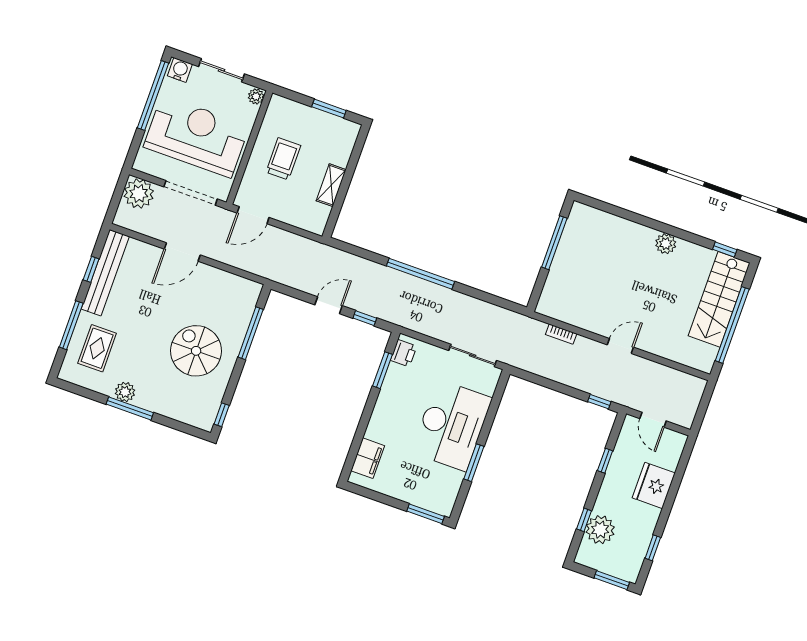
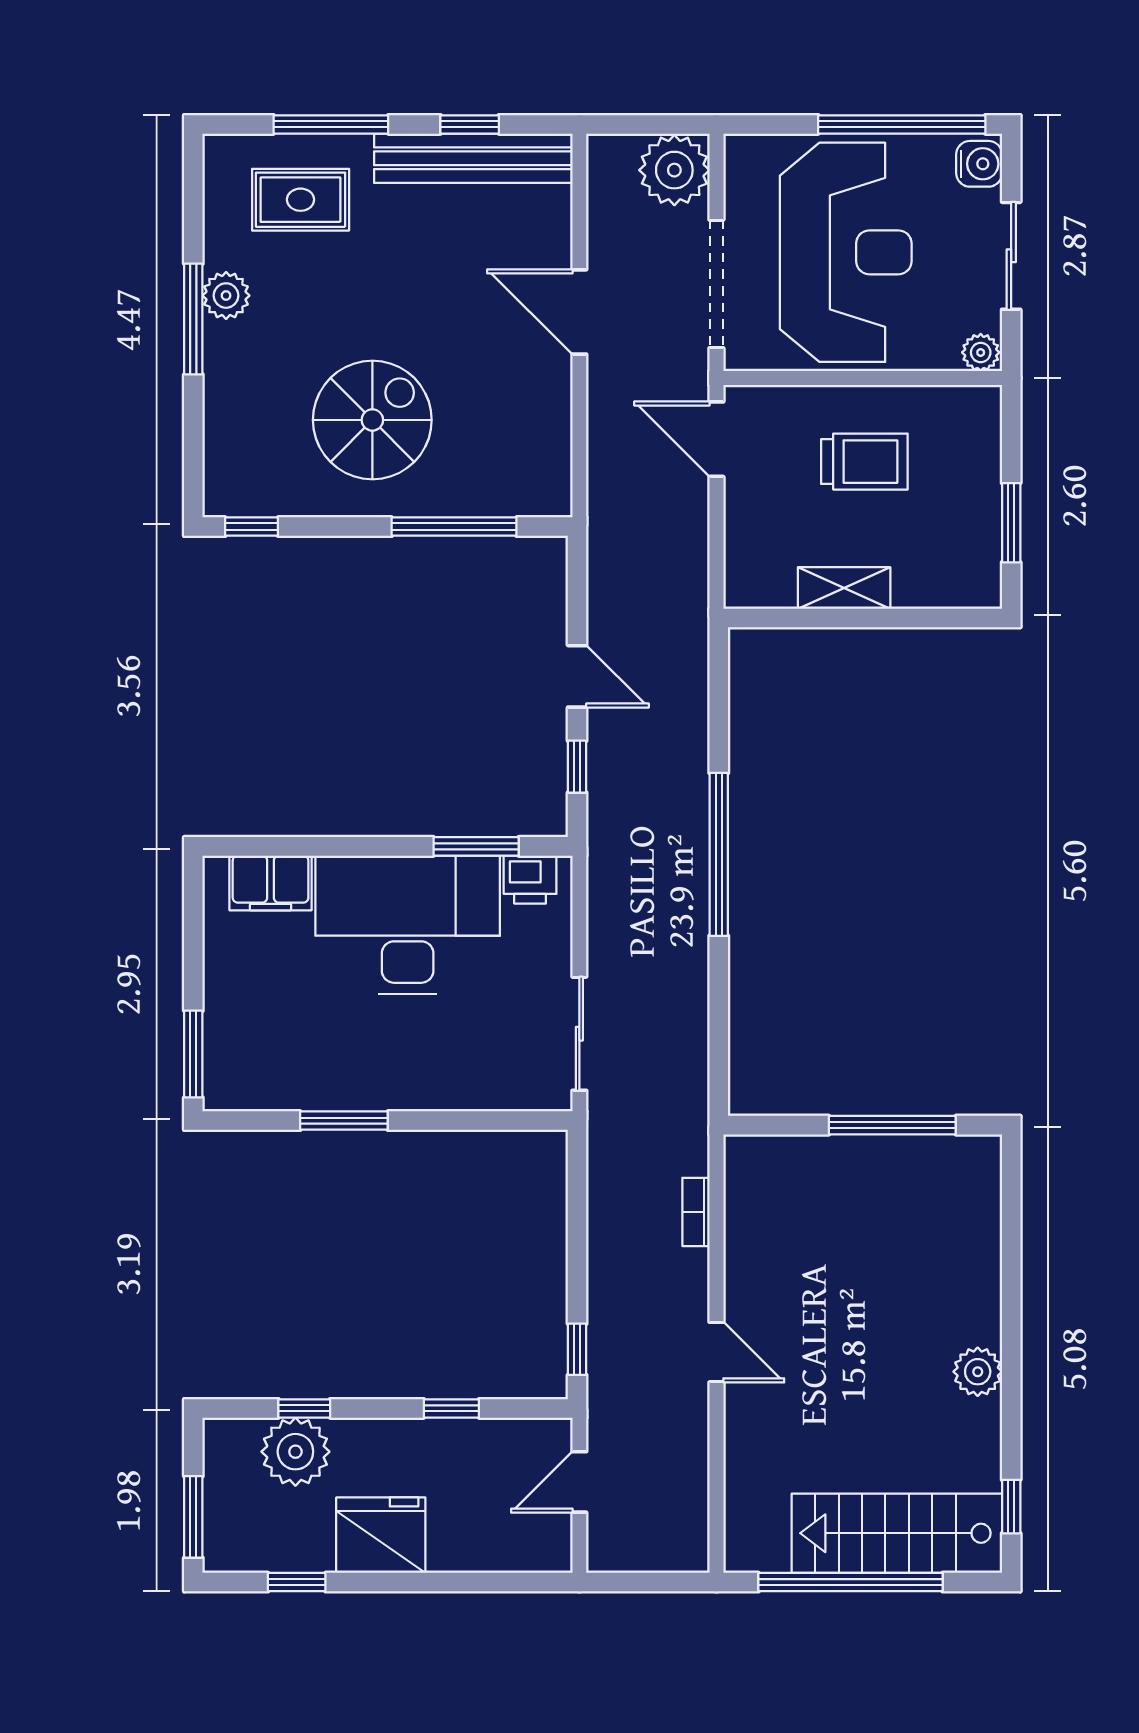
desk: (452, 425) -> (408, 925), moved, turned 180
fridge: (654, 485) -> (381, 1535), moved

